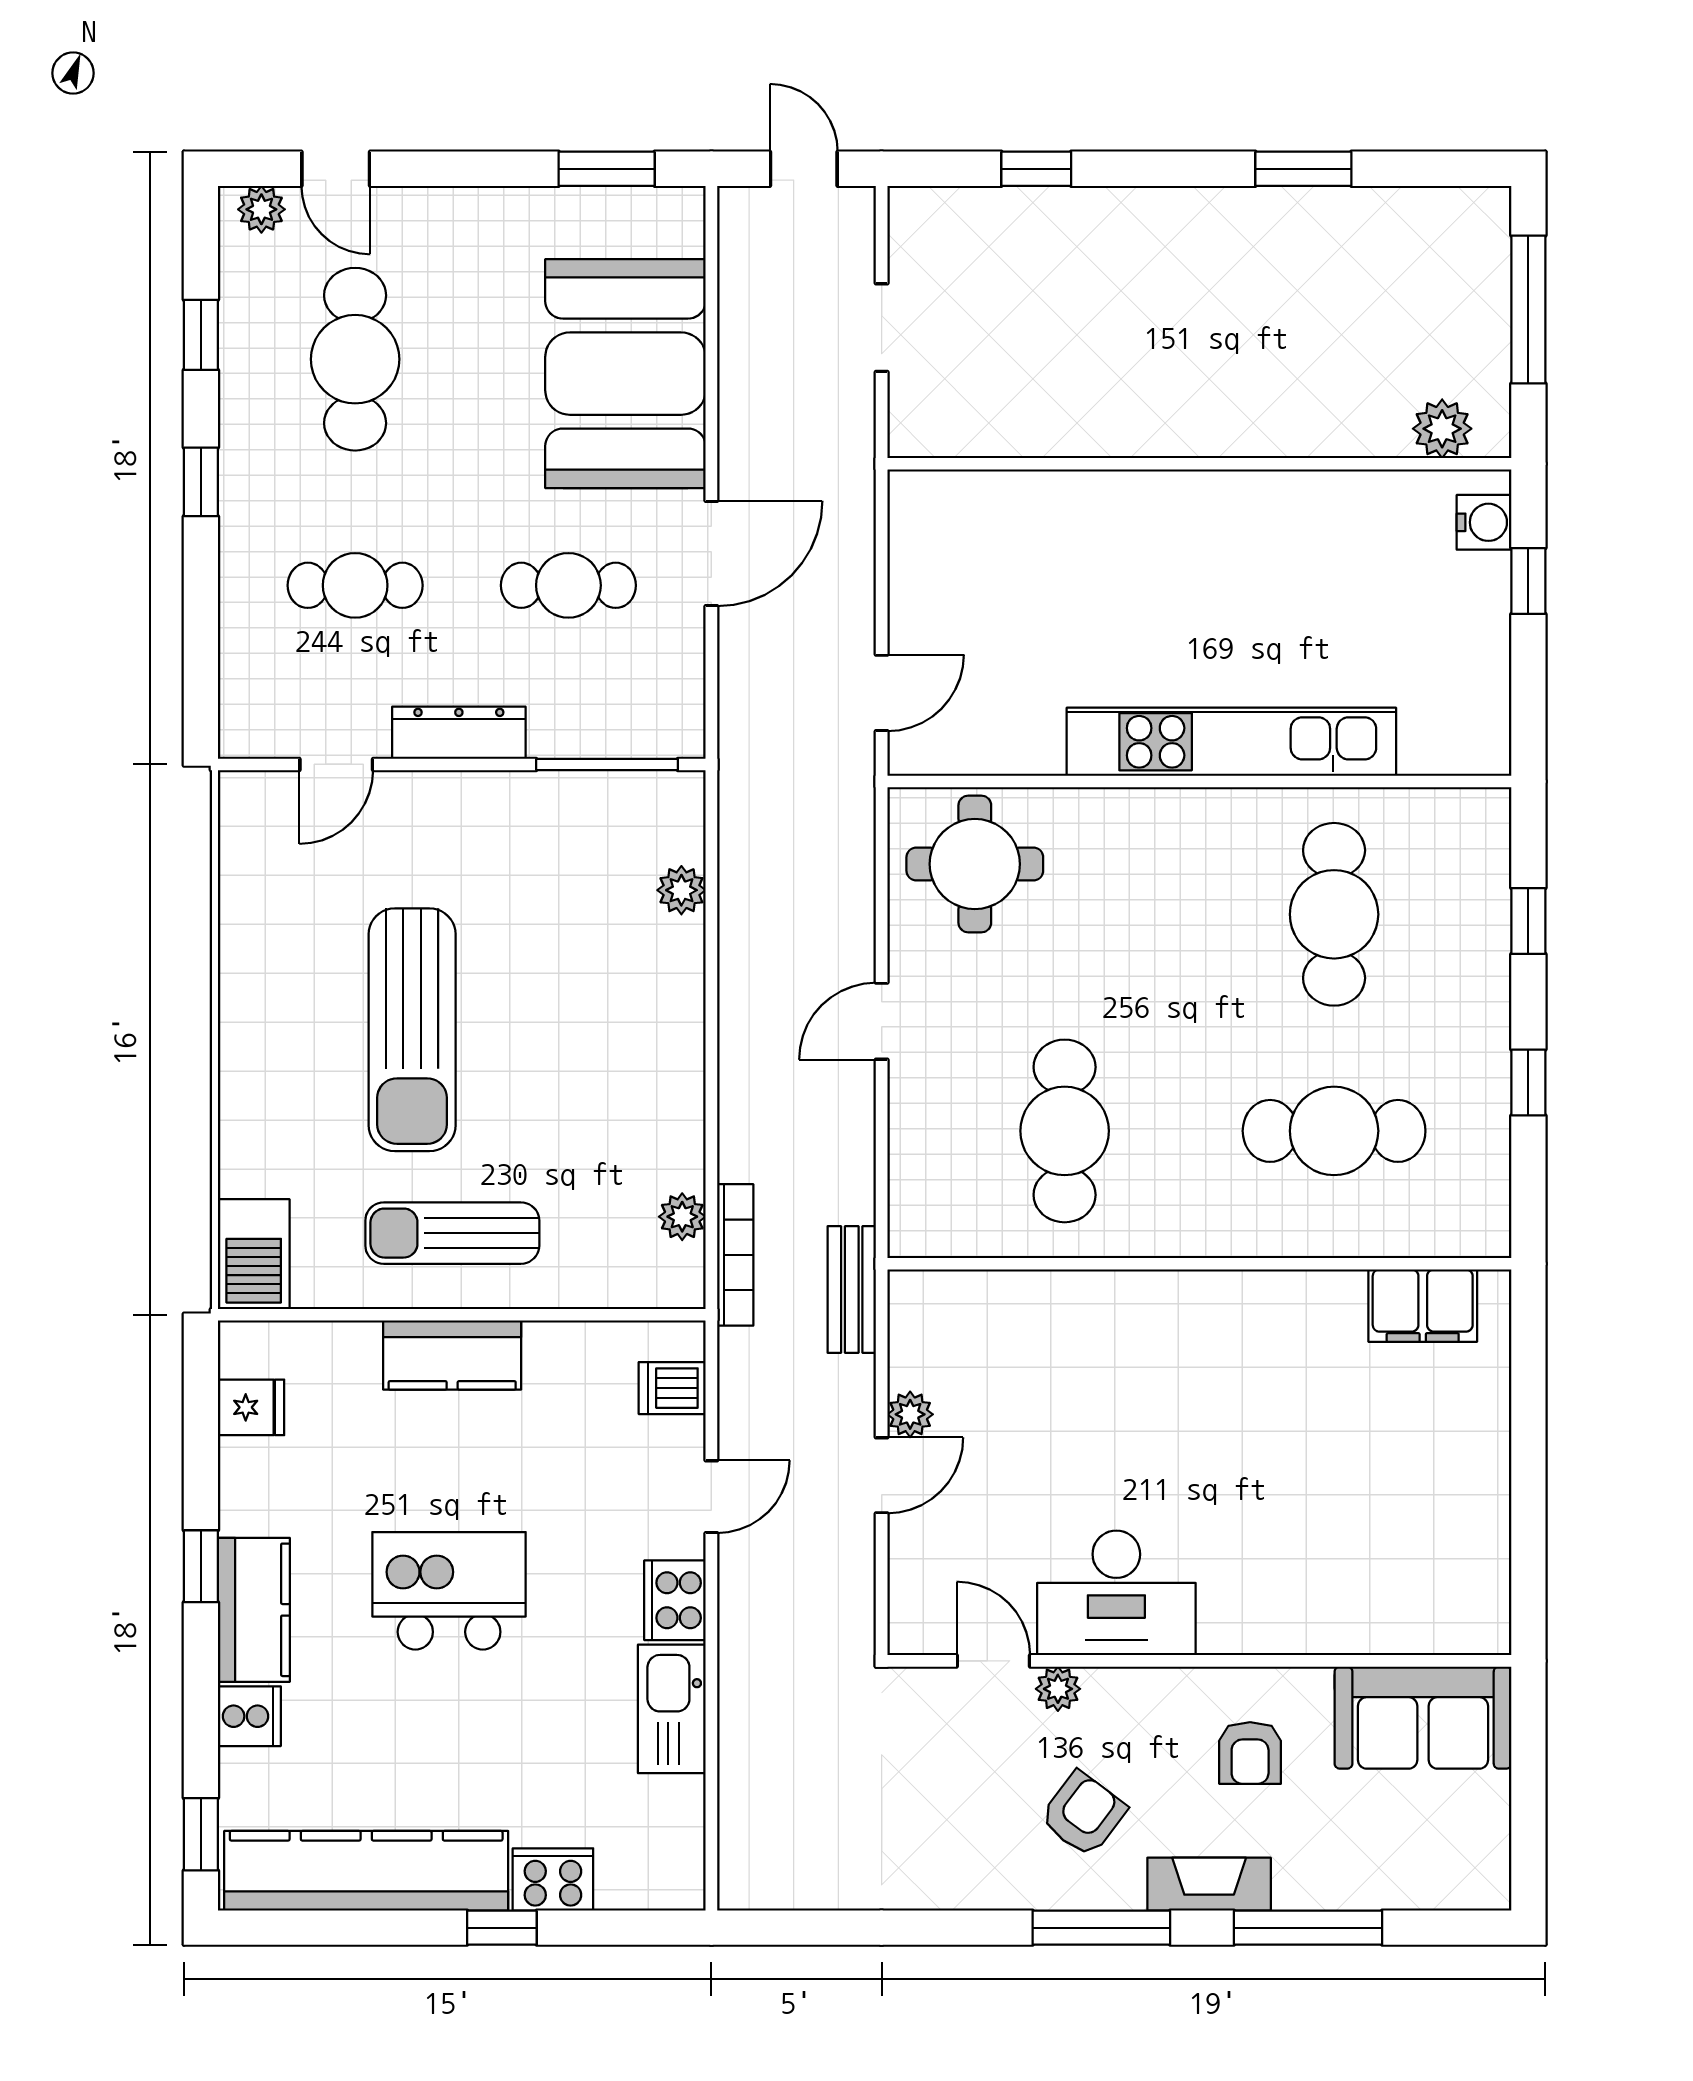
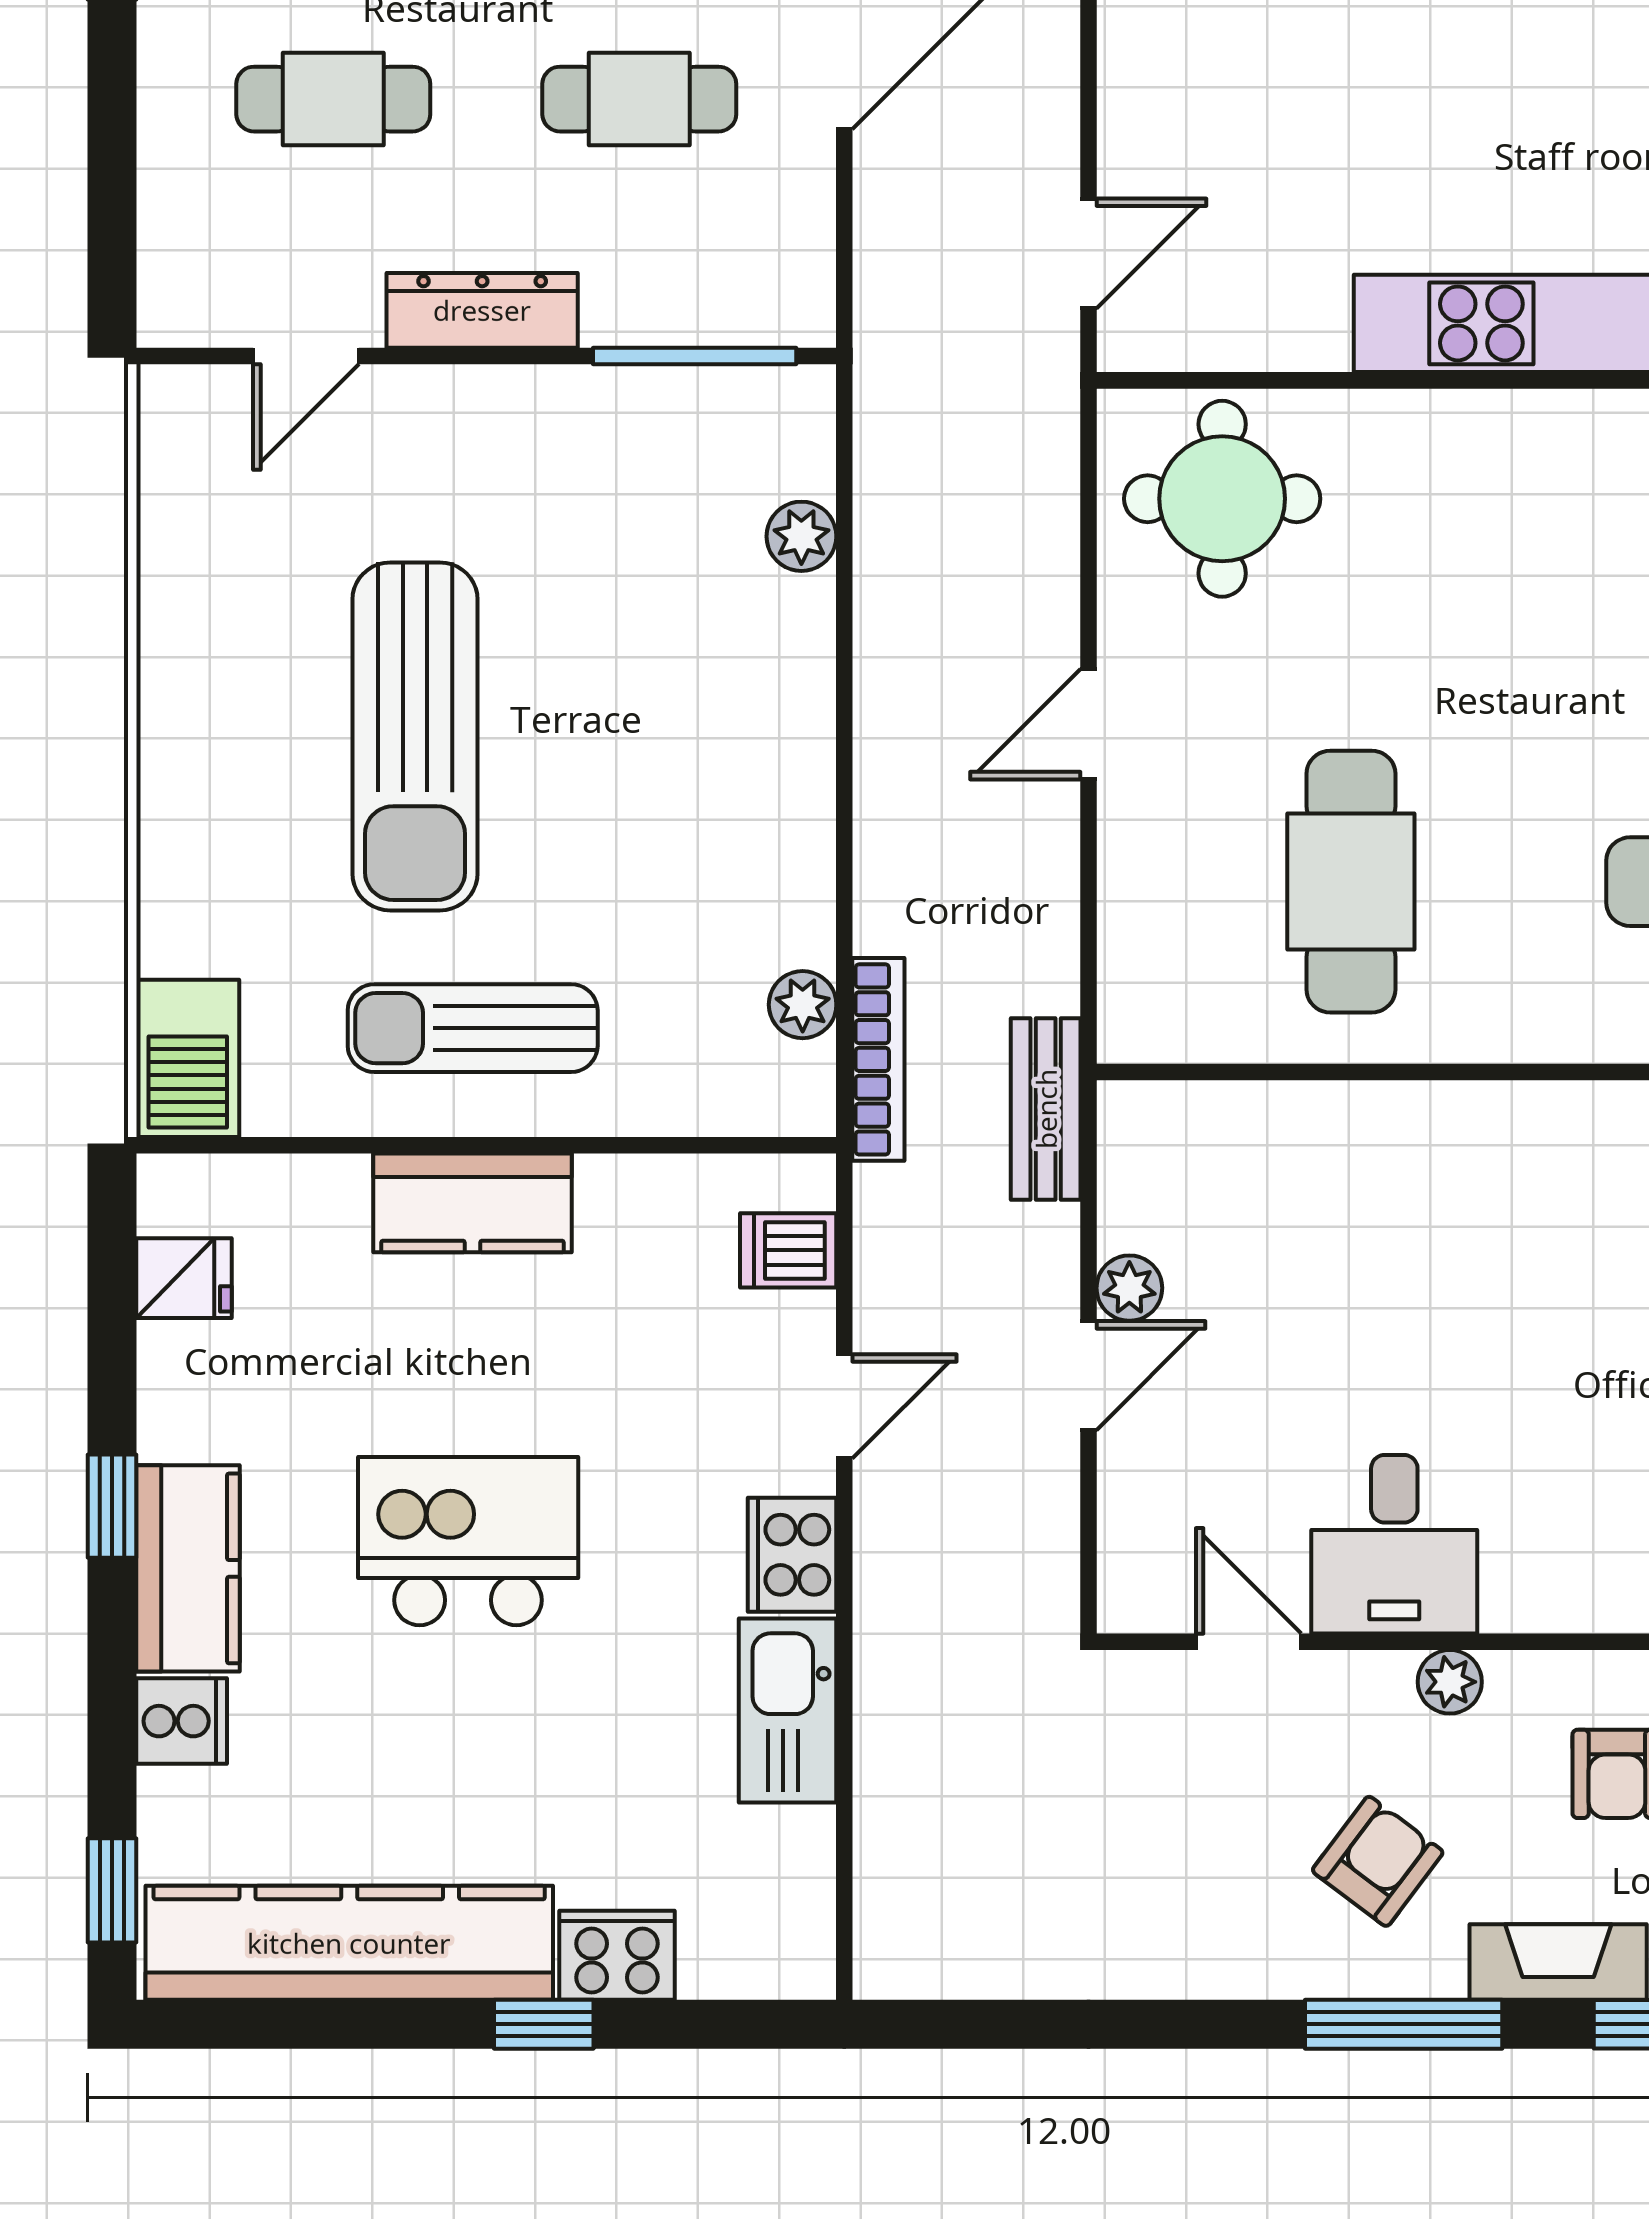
desk: (1116, 1593) -> (1394, 1544), width x0.73
plant: (1058, 1689) -> (1450, 1682), moved

